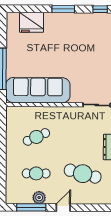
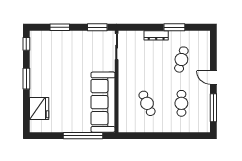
cafe table: (83, 174) -> (181, 60), width x0.73, depth x0.74
plant: (39, 198) -> (204, 100), removed

